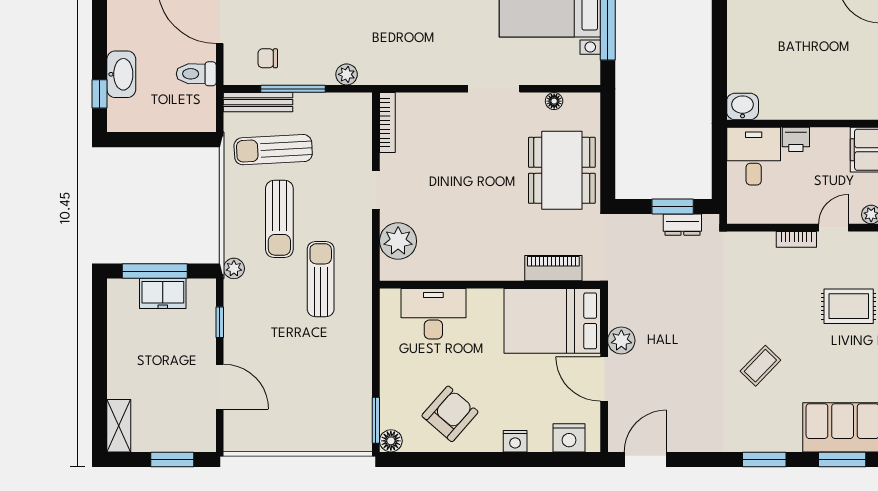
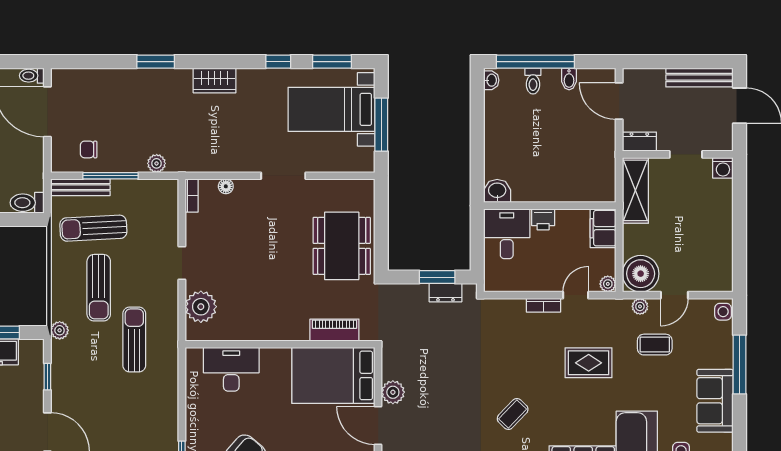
toilet: (196, 74) -> (27, 203), moved
floor lamp: (554, 101) -> (226, 186), moved
bookcase: (387, 123) -> (192, 195), width x0.64

